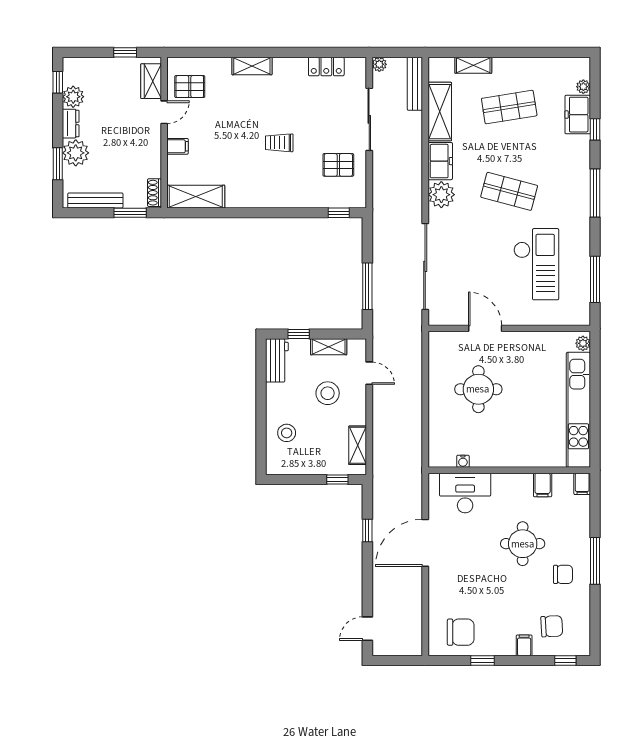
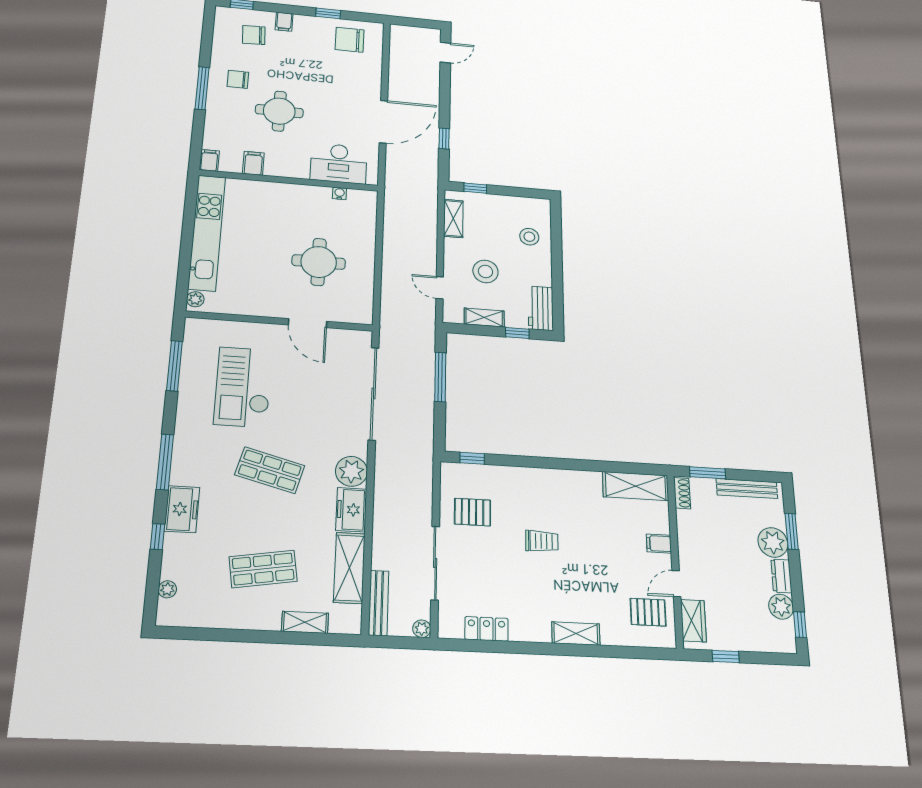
freezer: (578, 115) -> (182, 509), moved

